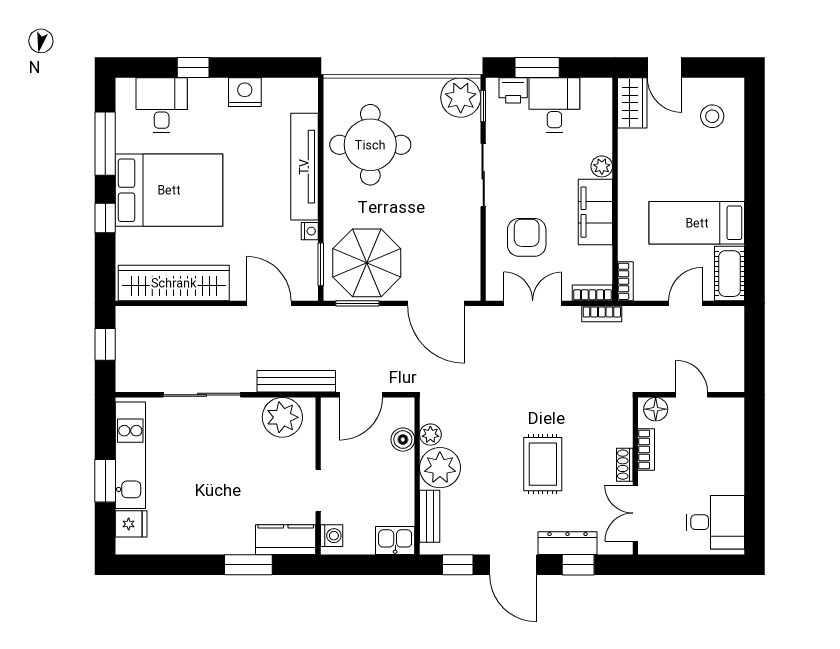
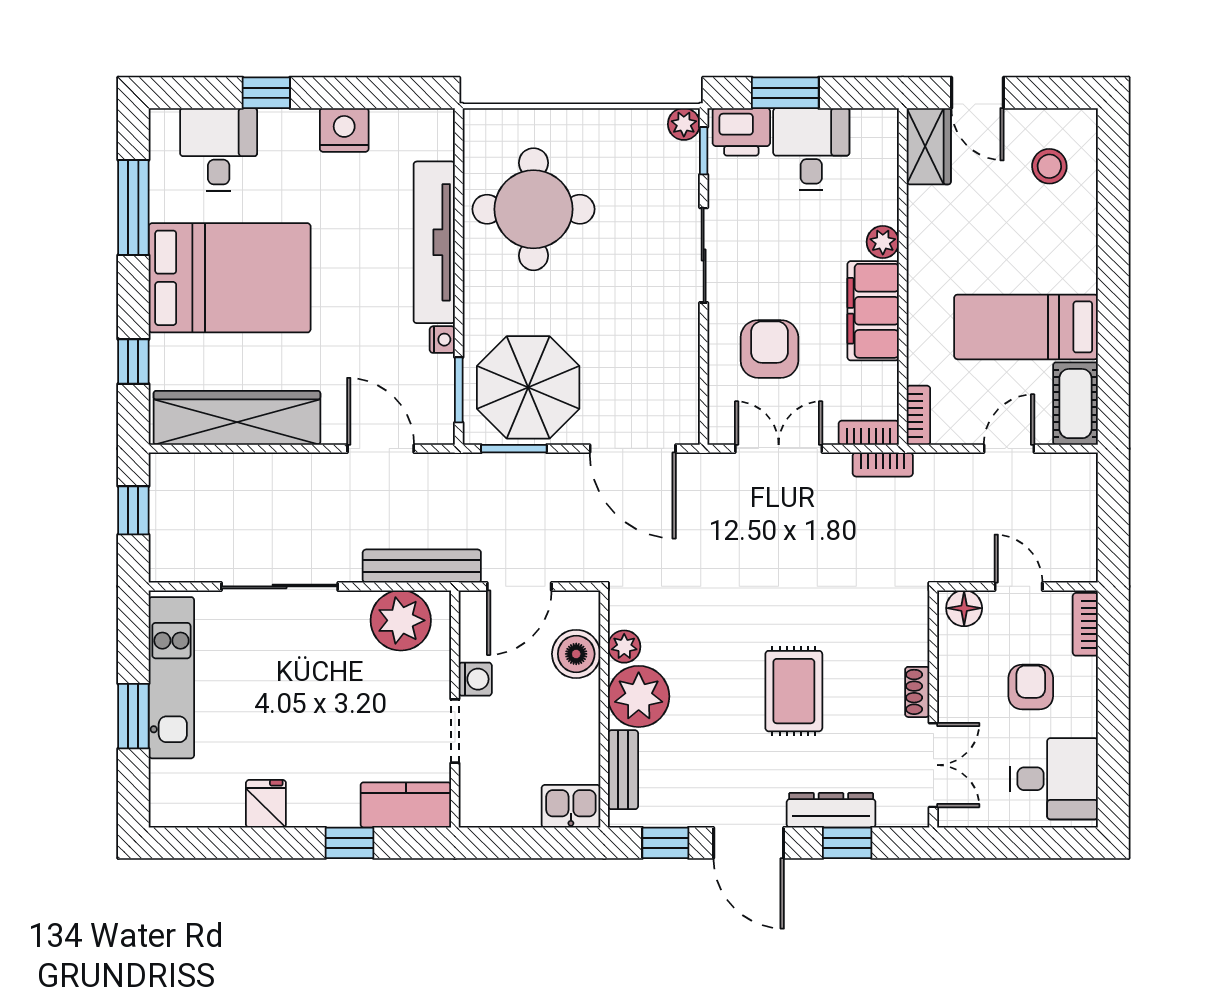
printer: (513, 90) -> (741, 132), width x1.36, depth x1.24
plant: (461, 98) -> (684, 124), width x0.53, depth x0.53
window: (105, 218) -> (133, 361), moved
boiler: (403, 440) -> (576, 654), width x1.36, depth x1.36
bookcase: (646, 449) -> (1085, 624), moved, turned 180
armchair: (700, 461) -> (1031, 687), added
double door: (635, 513) -> (933, 765), swing flipped
fridge: (131, 524) -> (266, 804), moved, turned -90
washing machine: (332, 536) -> (475, 679), moved
window: (248, 565) -> (349, 843), width x0.67

